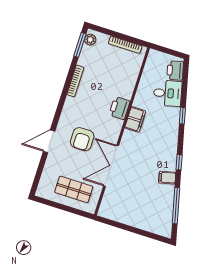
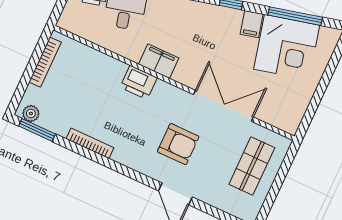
double door: (111, 166) -> (223, 106), swing flipped
corner desk: (155, 203) -> (287, 47), added

